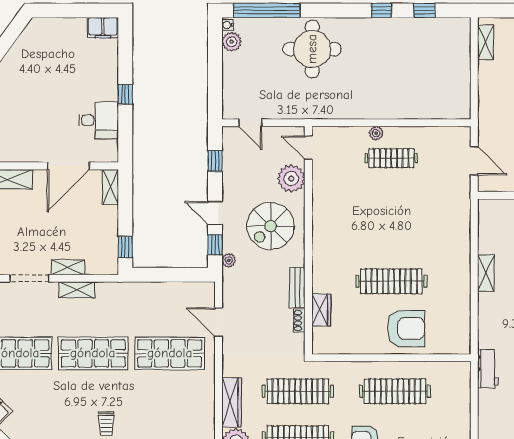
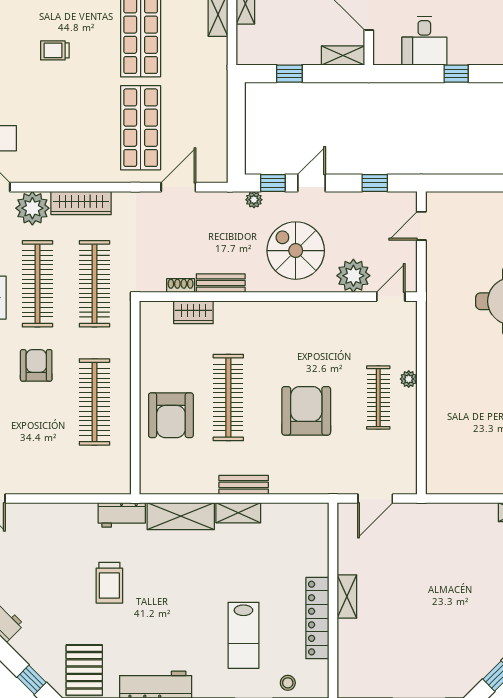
armchair: (402, 217) -> (306, 411), added
window: (125, 247) -> (289, 74), moved
bench: (463, 269) -> (244, 485), added
shelving: (489, 320) -> (181, 516), added

